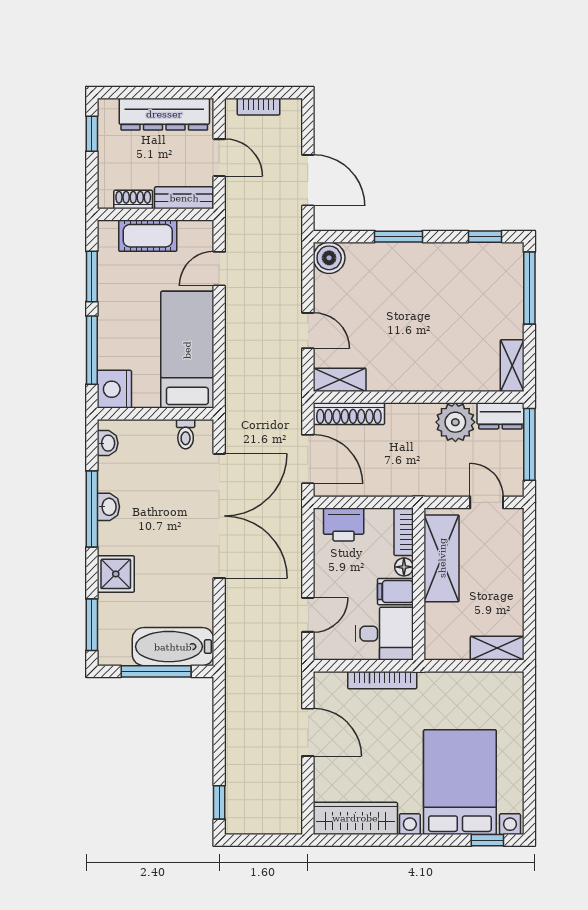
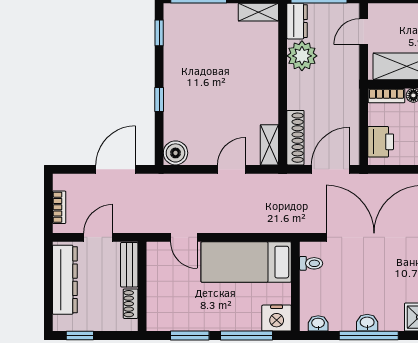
cot: (148, 236) -> (158, 292), removed
window: (398, 237) -> (159, 100), width x0.67

